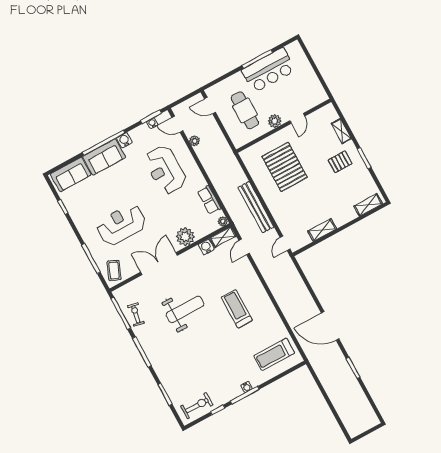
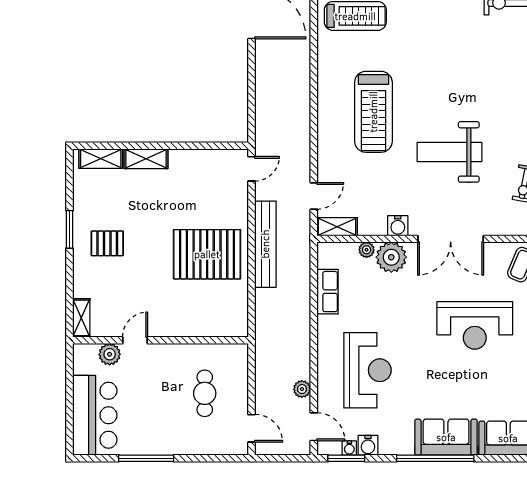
bar counter: (269, 70) -> (95, 415), moved, turned 90
cafe table: (245, 110) -> (205, 393), width x0.73, depth x0.74
plant: (275, 121) -> (110, 354), moved
shelving: (341, 131) -> (81, 318), moved
water cooler: (124, 140) -> (368, 445), moved
pallet: (285, 167) -> (207, 254), moved, turned 90
plant: (223, 221) -> (367, 250), moved
shelving: (322, 230) -> (146, 159), moved
water cooler: (206, 247) -> (398, 226), moved
treadmill: (237, 309) -> (373, 112), width x1.37, depth x1.38

